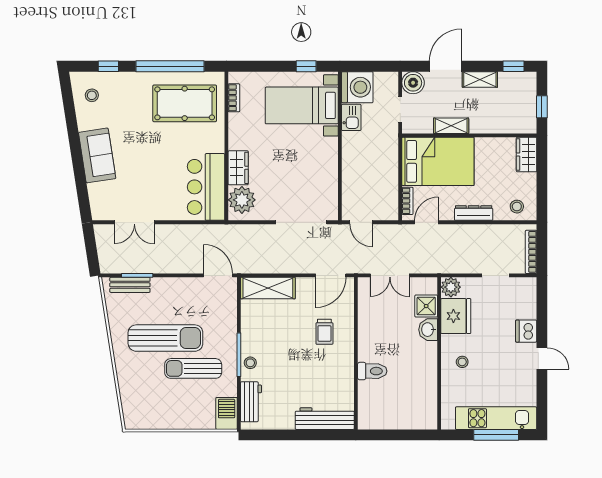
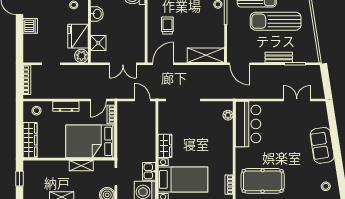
wardrobe: (527, 155) -> (30, 140), width x1.50
wardrobe: (238, 168) -> (165, 146), moved, turned 180
plant: (242, 200) -> (228, 115), width x0.53, depth x0.53
double door: (390, 275) -> (123, 64), swing flipped
bench: (130, 285) -> (279, 57), moved
washbasin: (428, 330) -> (97, 14), moved

